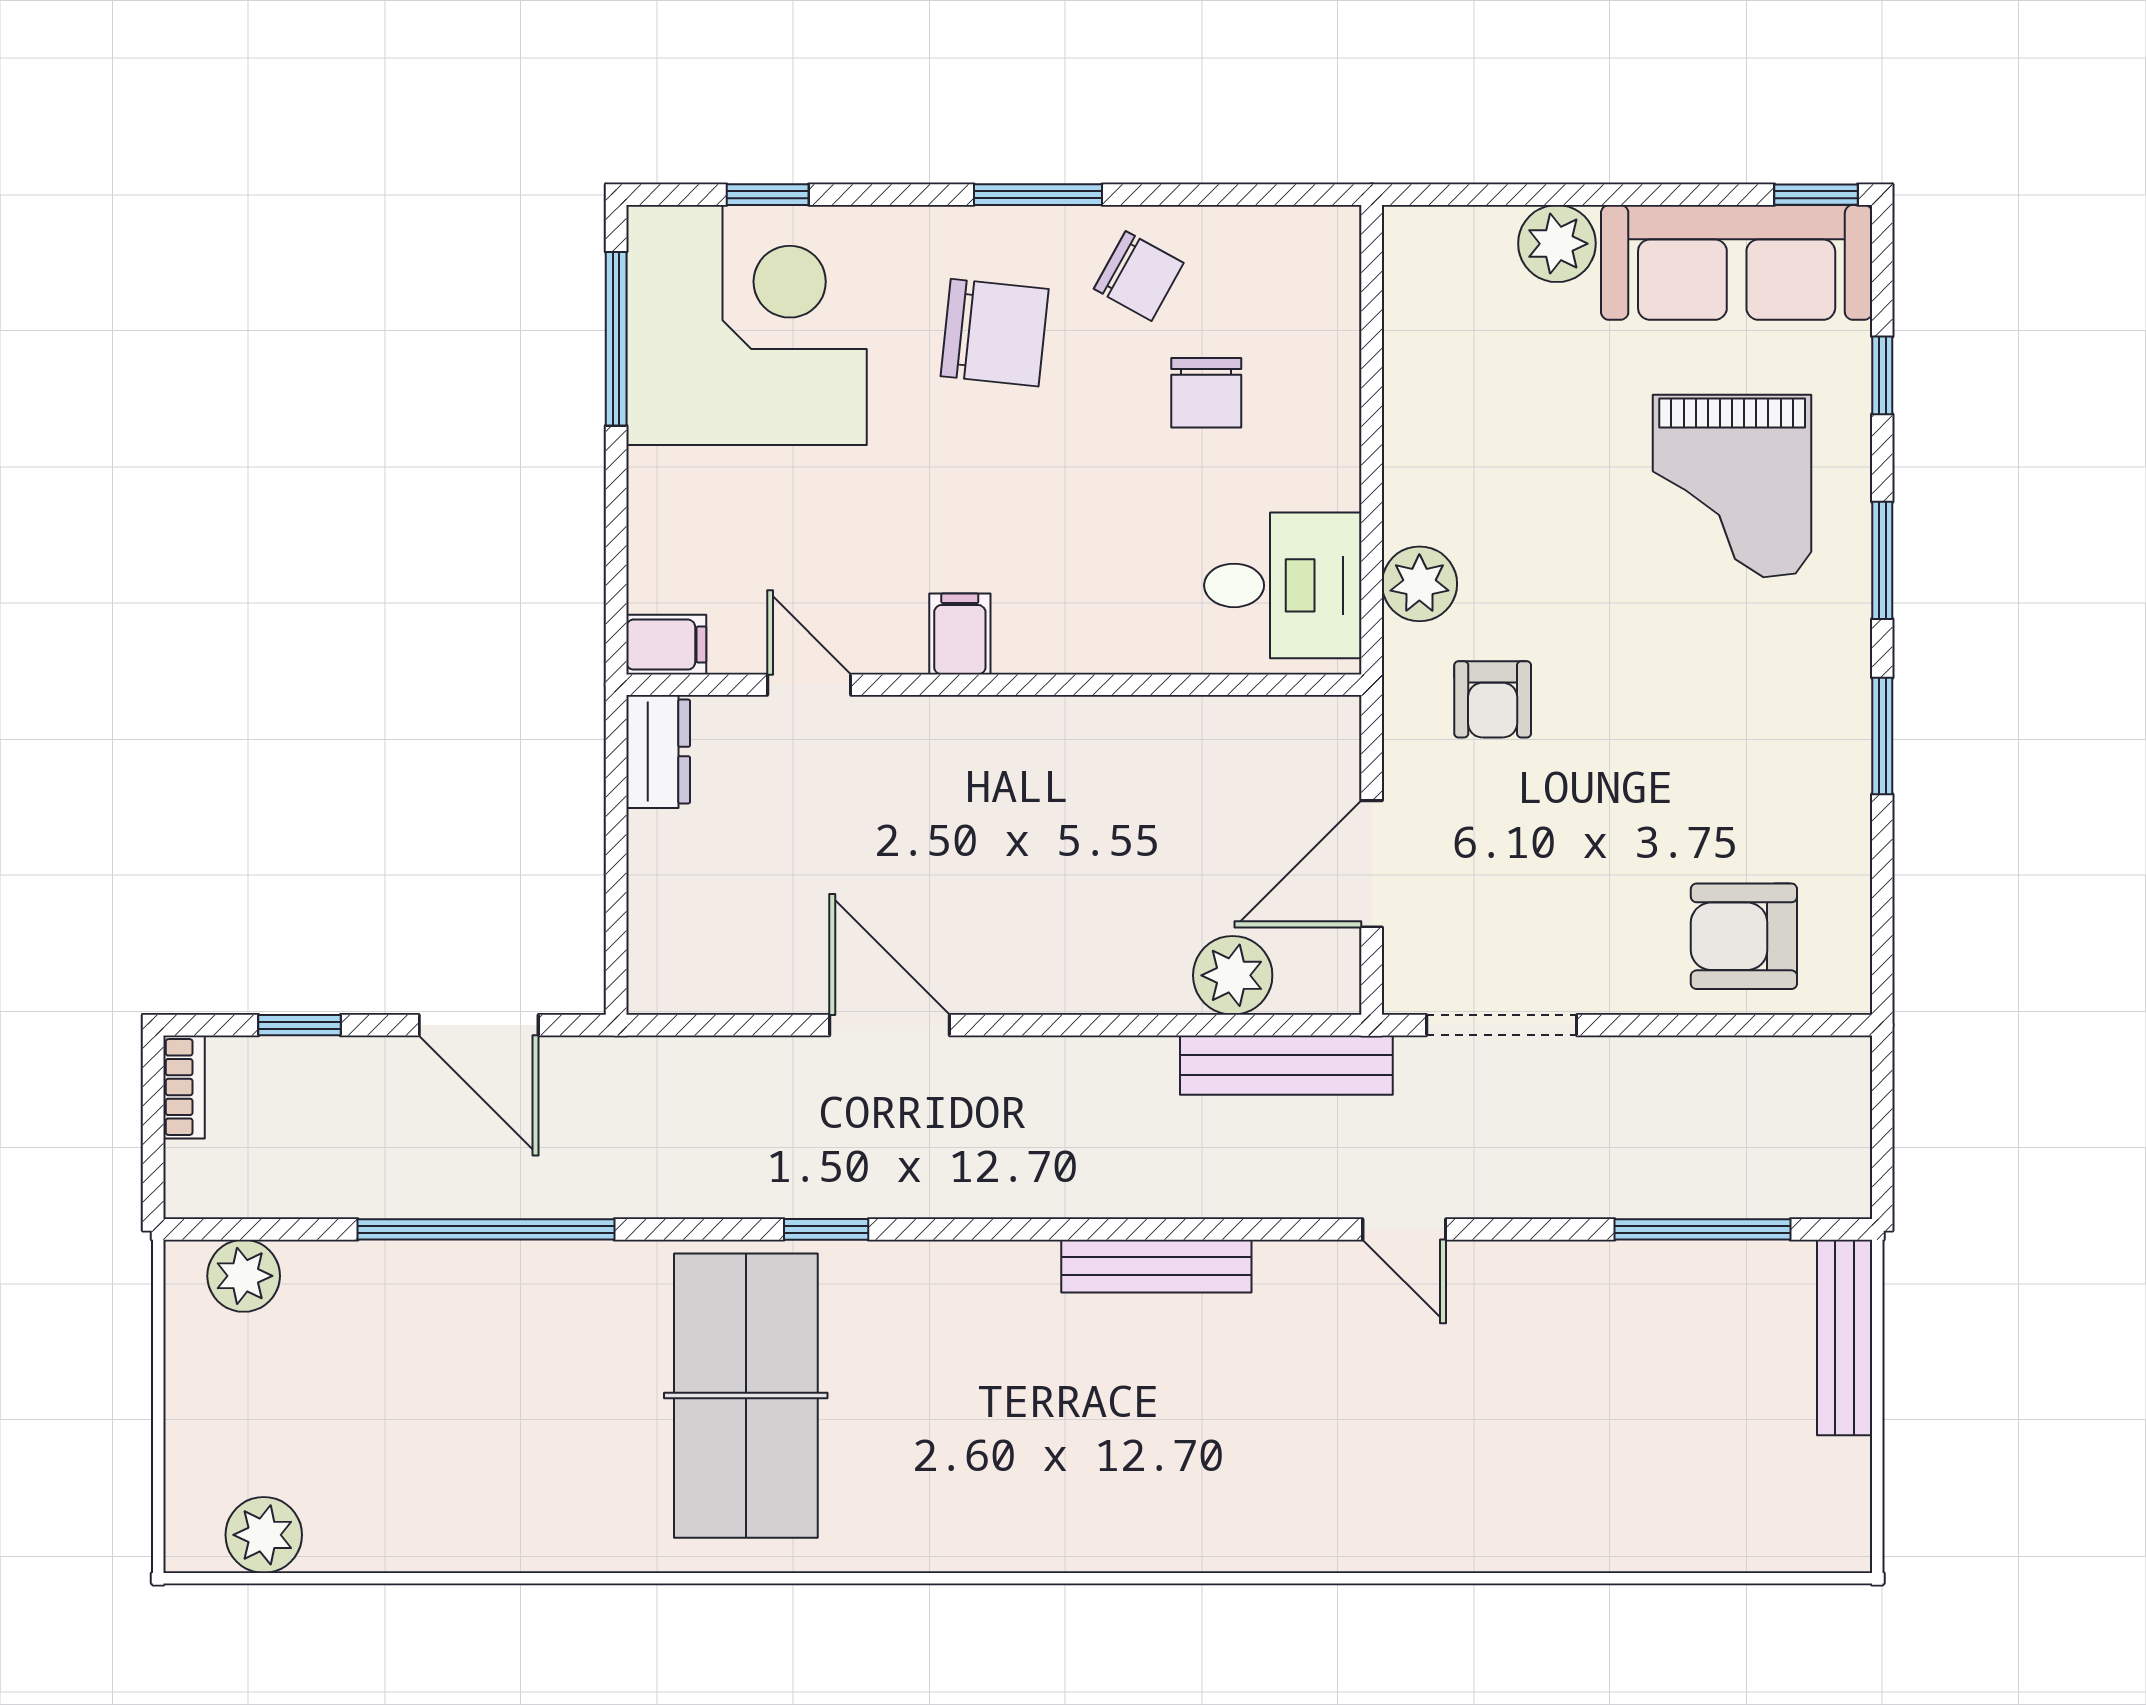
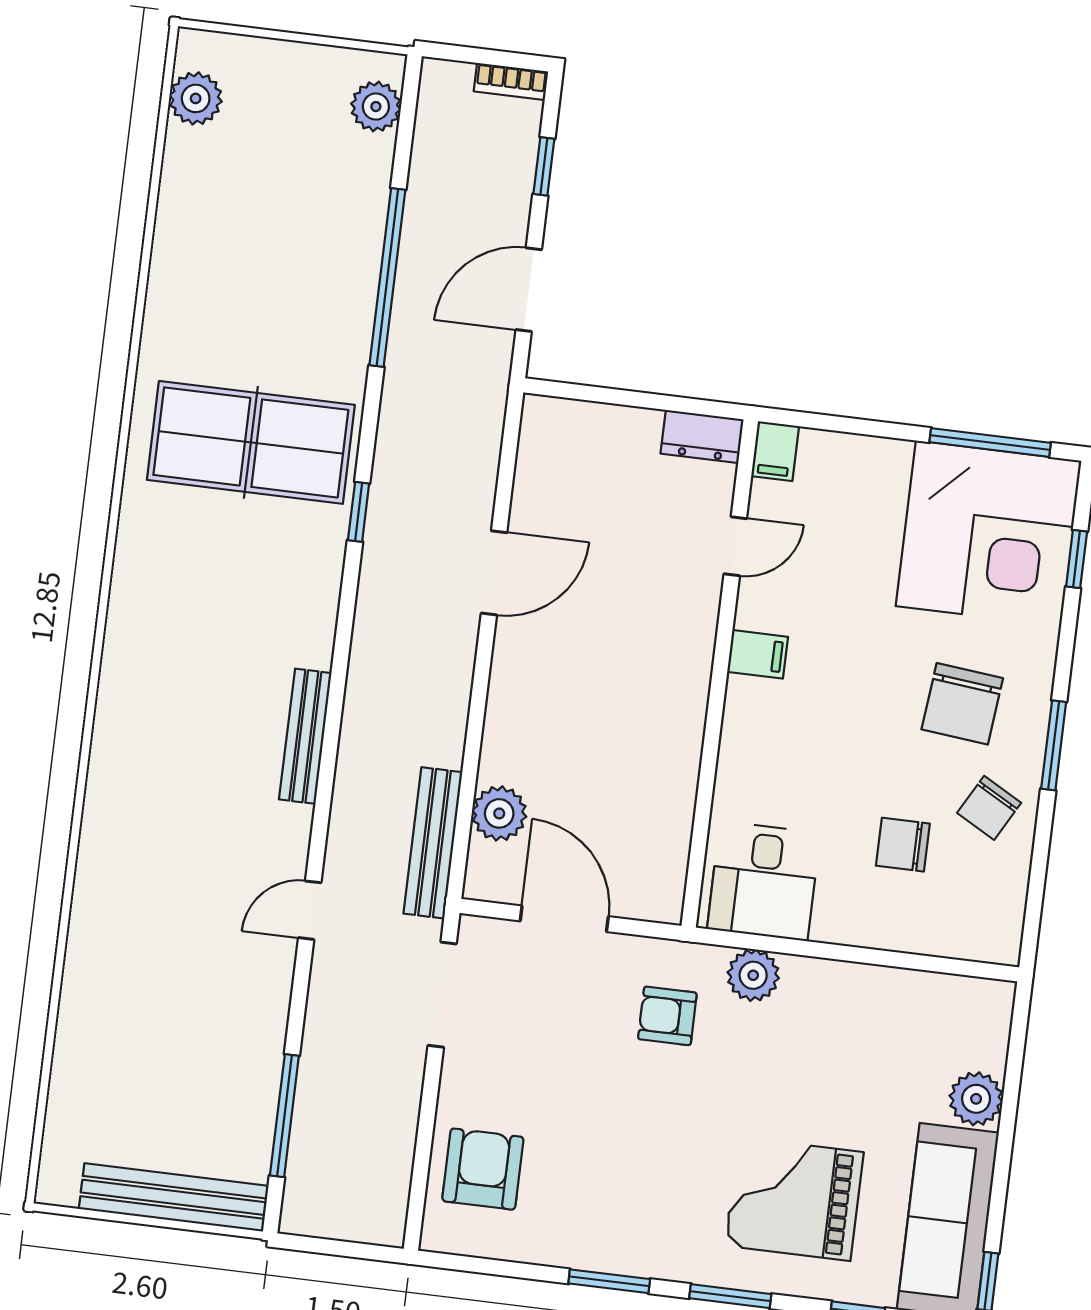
bench: (1845, 1337) -> (174, 1197), width x1.37, depth x1.21

